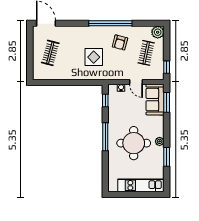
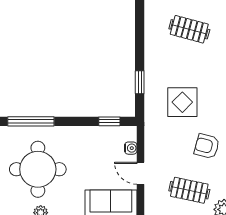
window: (82, 82) -> (140, 82), added
door: (136, 82) -> (141, 173), hinge flipped
window: (105, 137) -> (31, 121), moved

